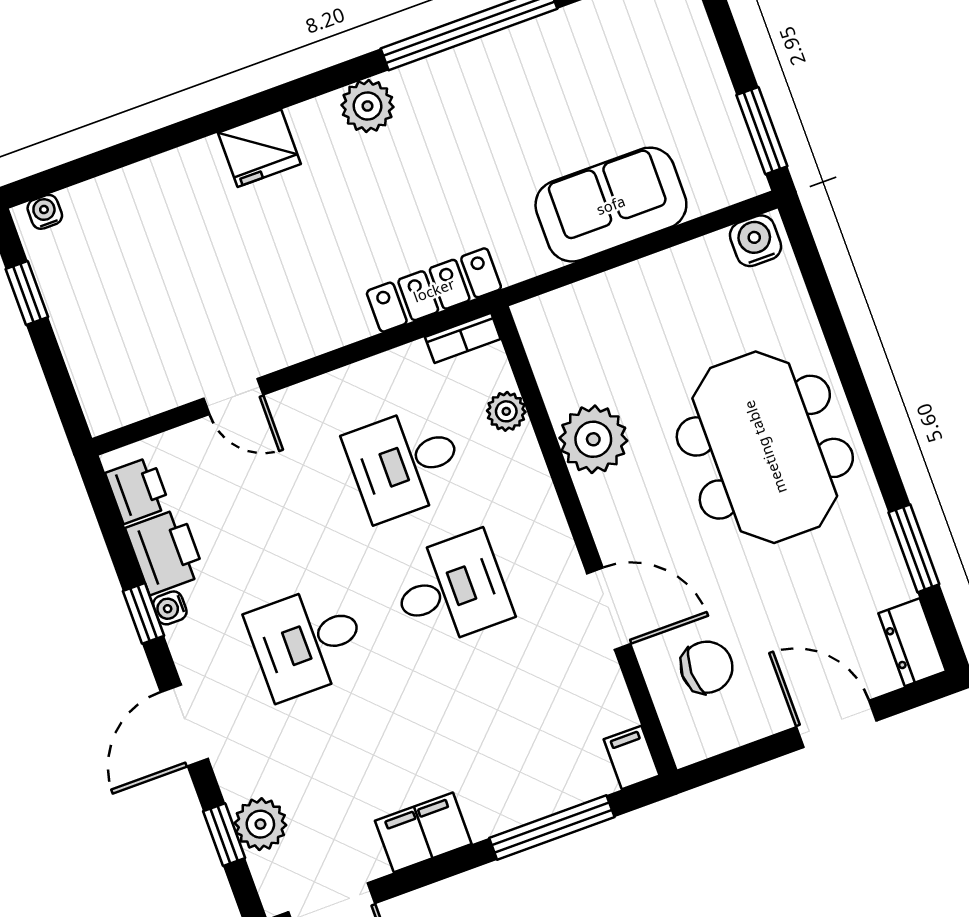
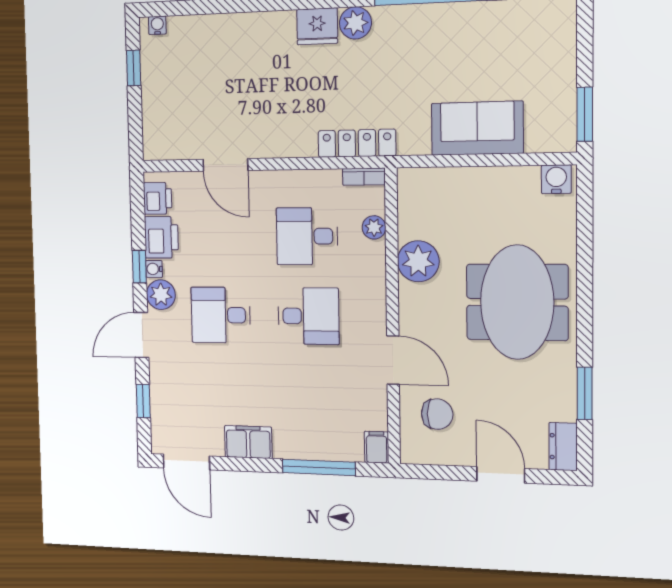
fridge: (259, 148) -> (317, 26), moved
door: (233, 397) -> (225, 165), width x1.38
plant: (260, 824) -> (161, 295), moved

